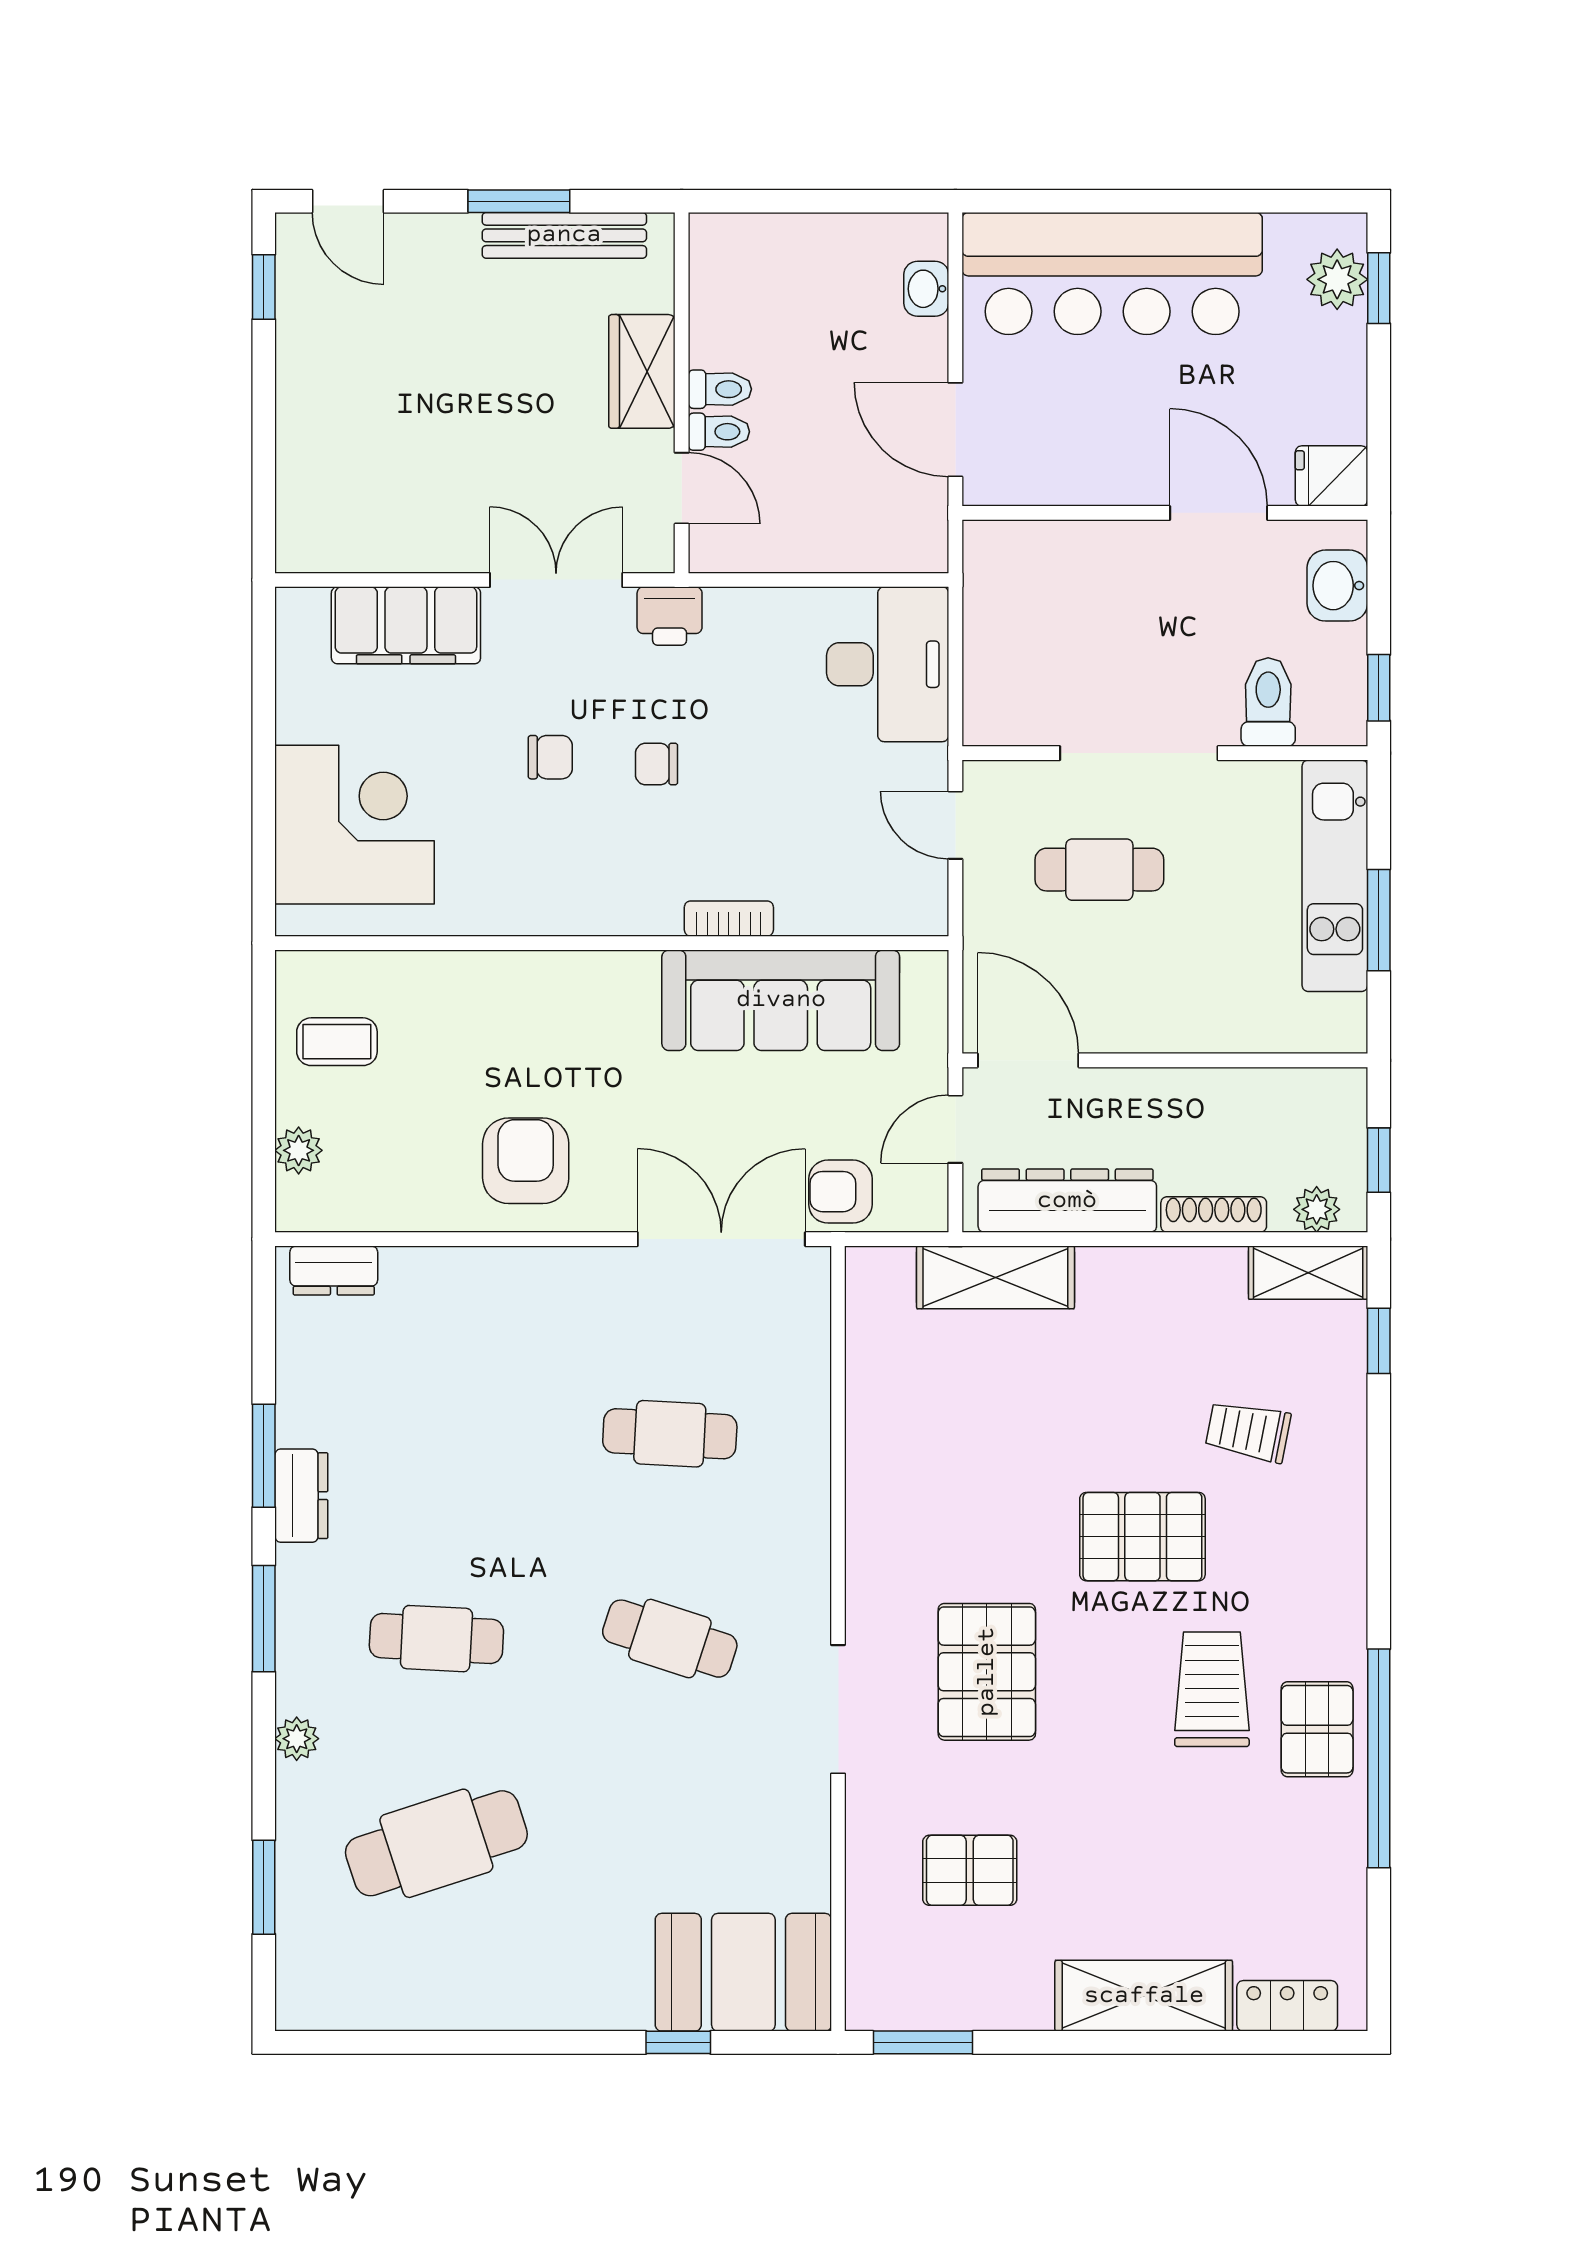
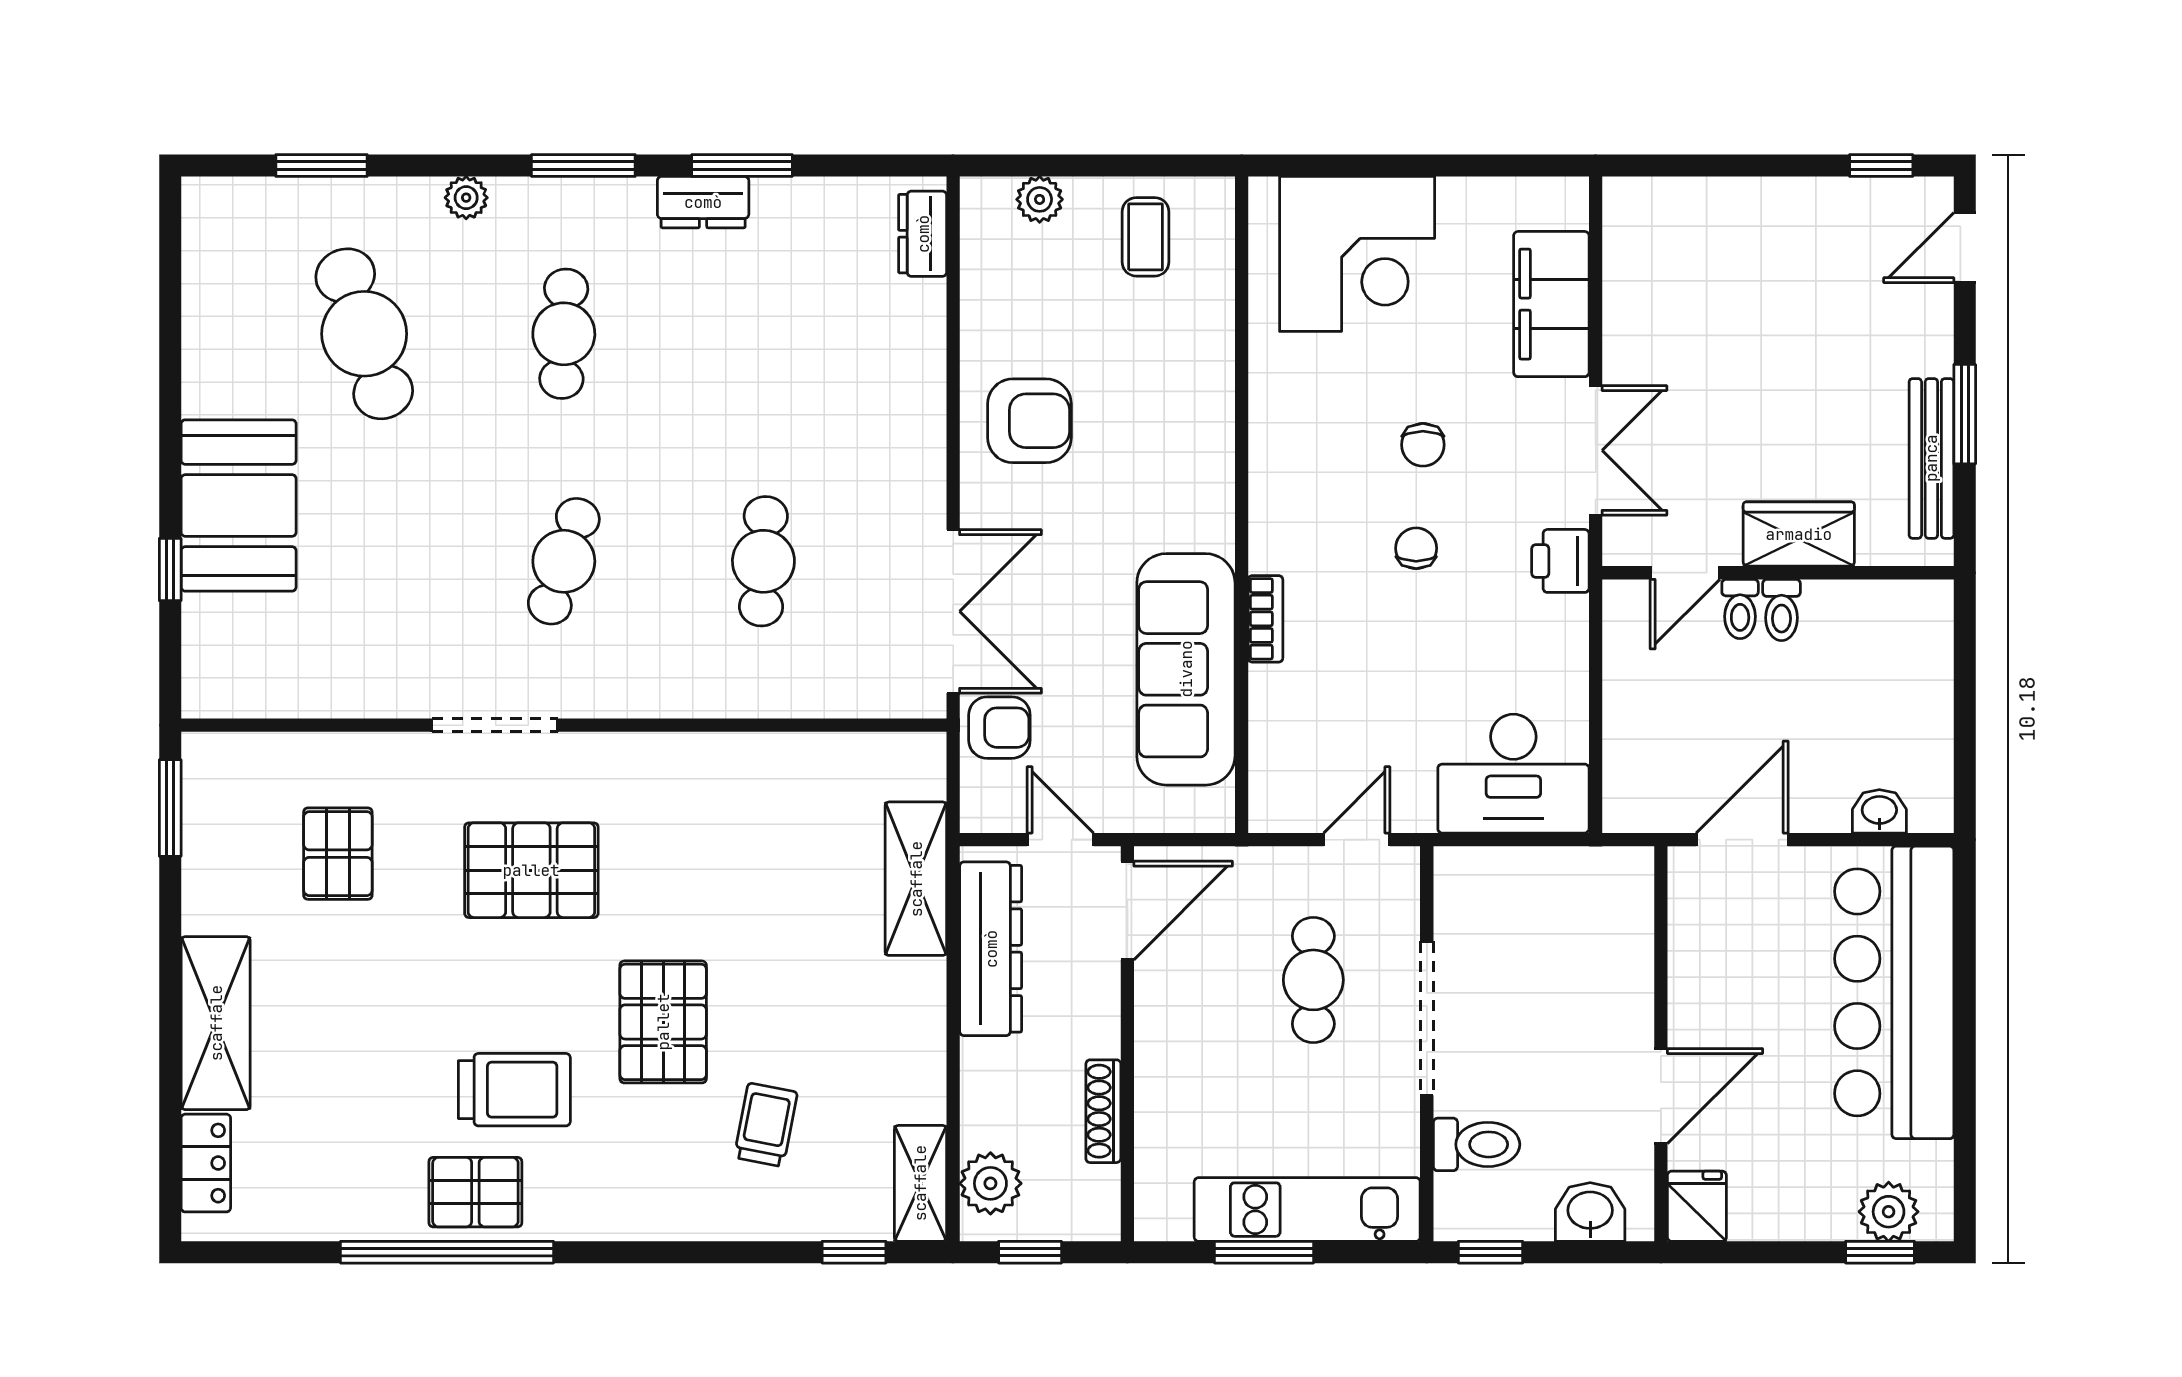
armchair: (840, 1192) -> (999, 728), turned 90
plant: (1317, 1209) -> (990, 1183), width x1.38, depth x1.38
shoe rack: (1214, 1215) -> (1103, 1111), moved, turned 180
booth: (743, 1972) -> (239, 505), moved

